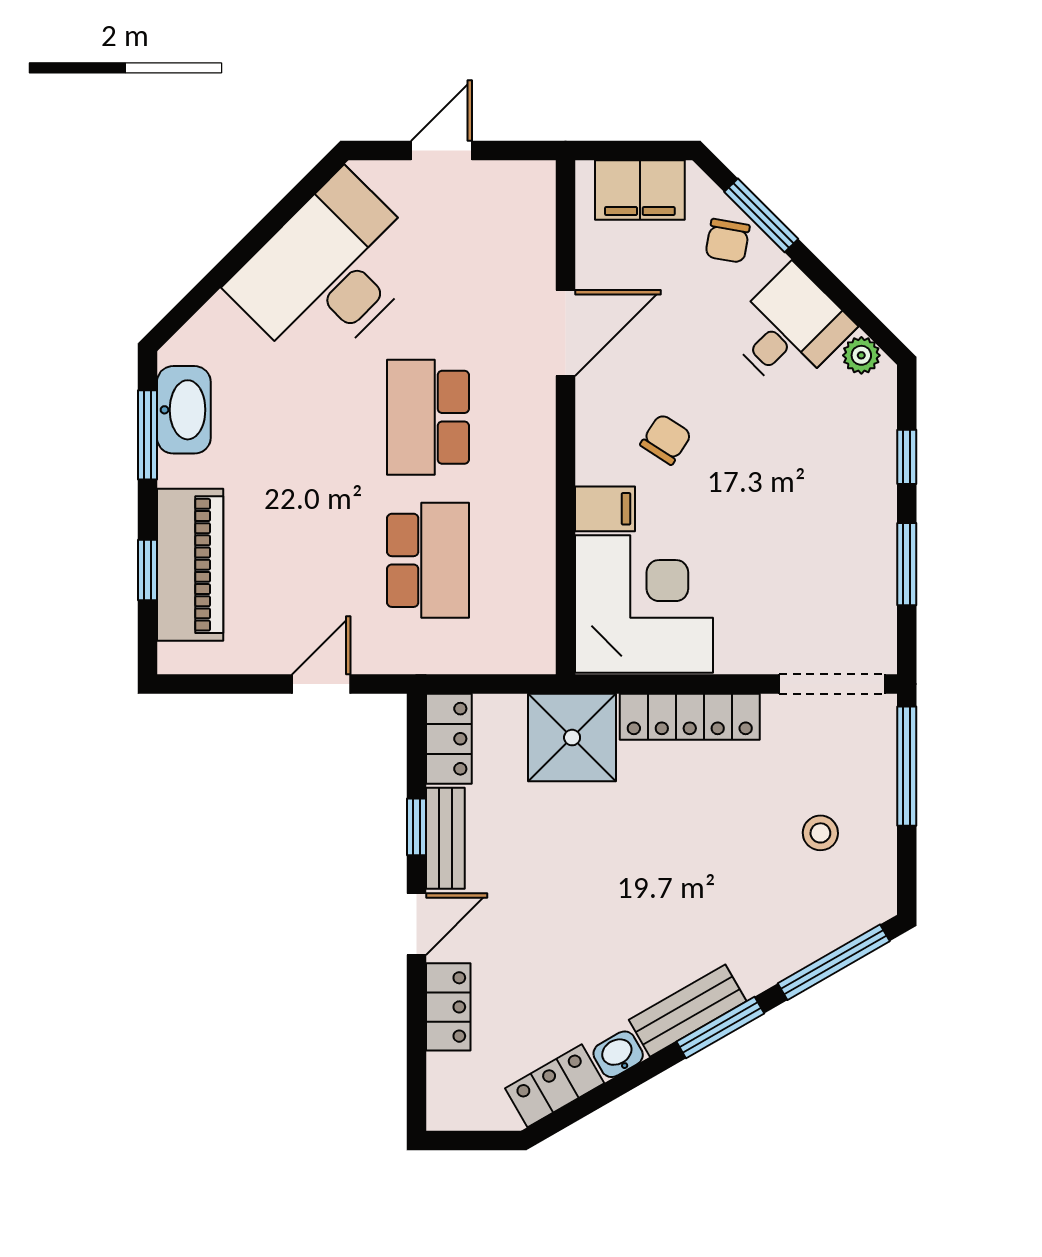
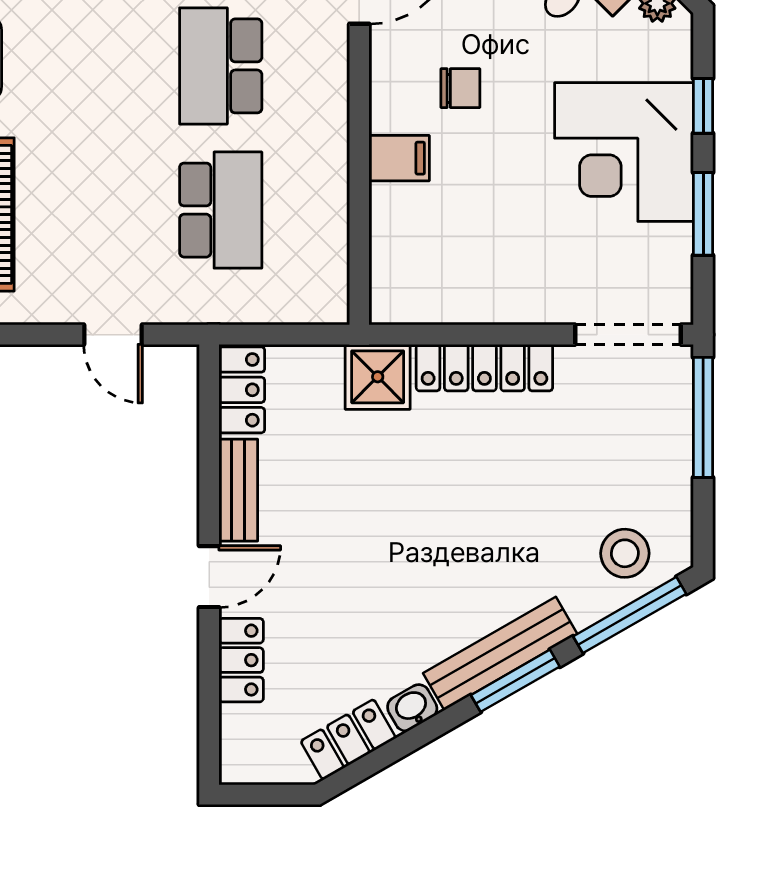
chair: (666, 439) -> (460, 88), turned 57
corner desk: (644, 604) -> (624, 152), moved, turned 180
door: (321, 684) -> (113, 335), swing flipped
shower: (572, 738) -> (378, 377), width x0.73, depth x0.73
window: (417, 827) -> (209, 479), removed
stool: (820, 833) -> (625, 553), moved, width x1.37, depth x1.37
bench: (688, 1011) -> (500, 654), width x1.36

